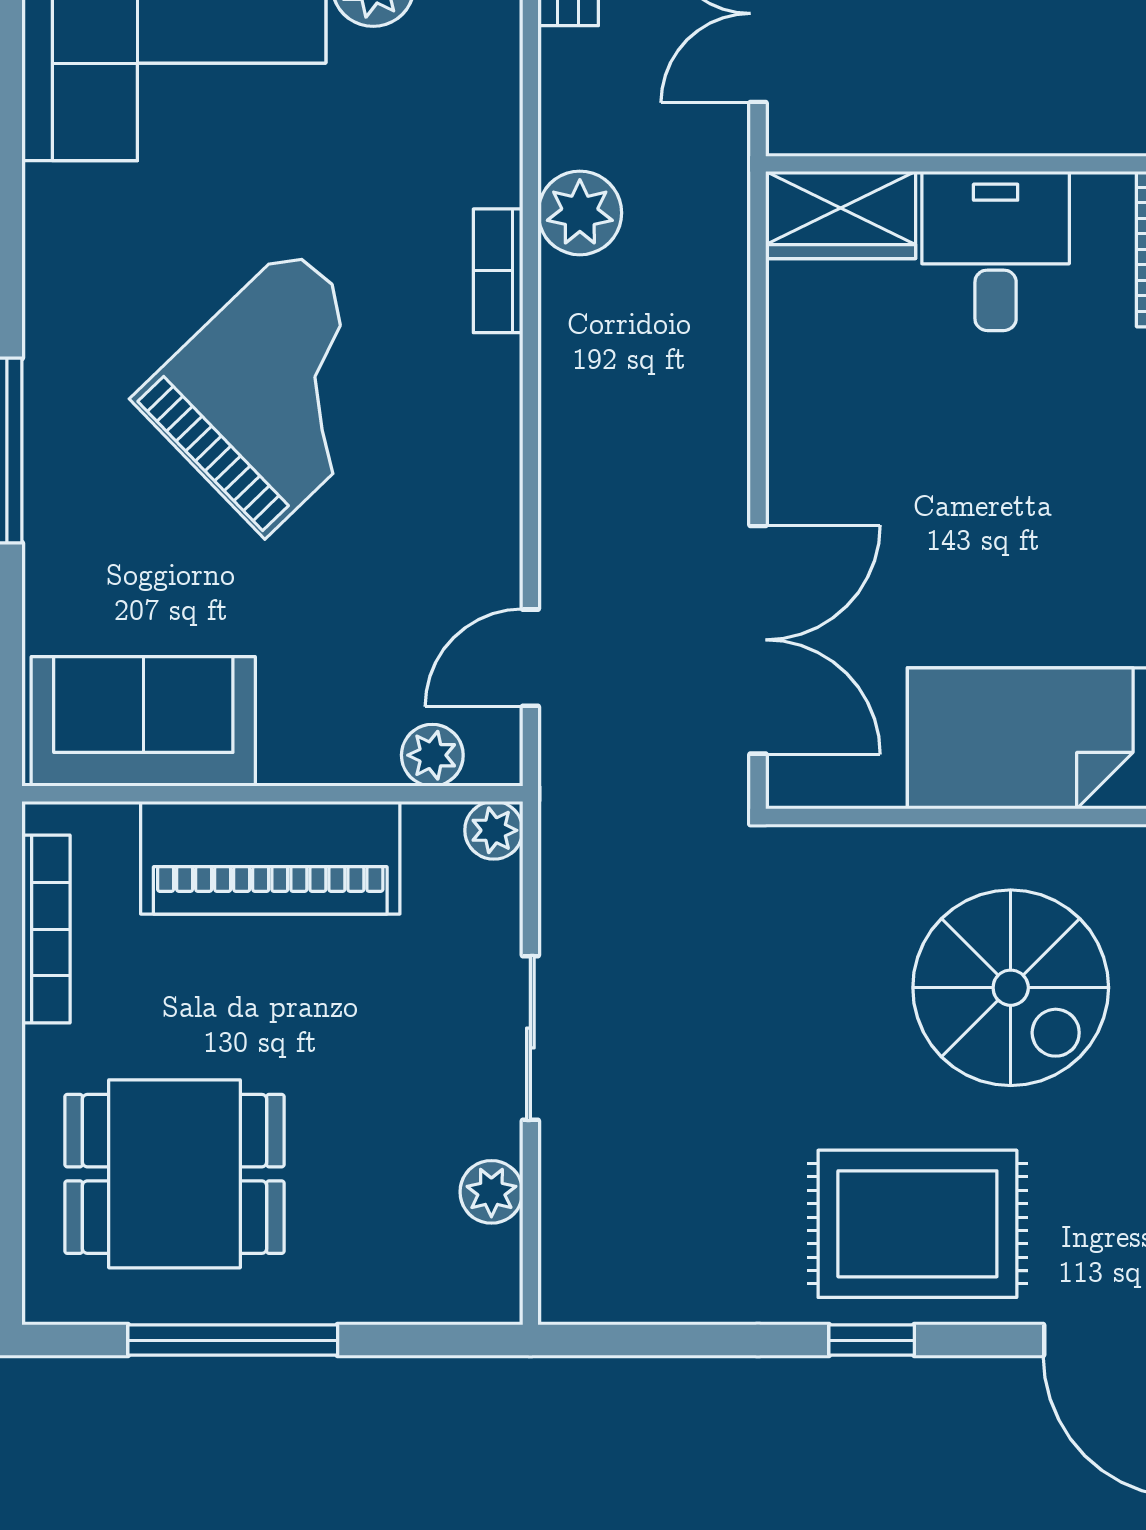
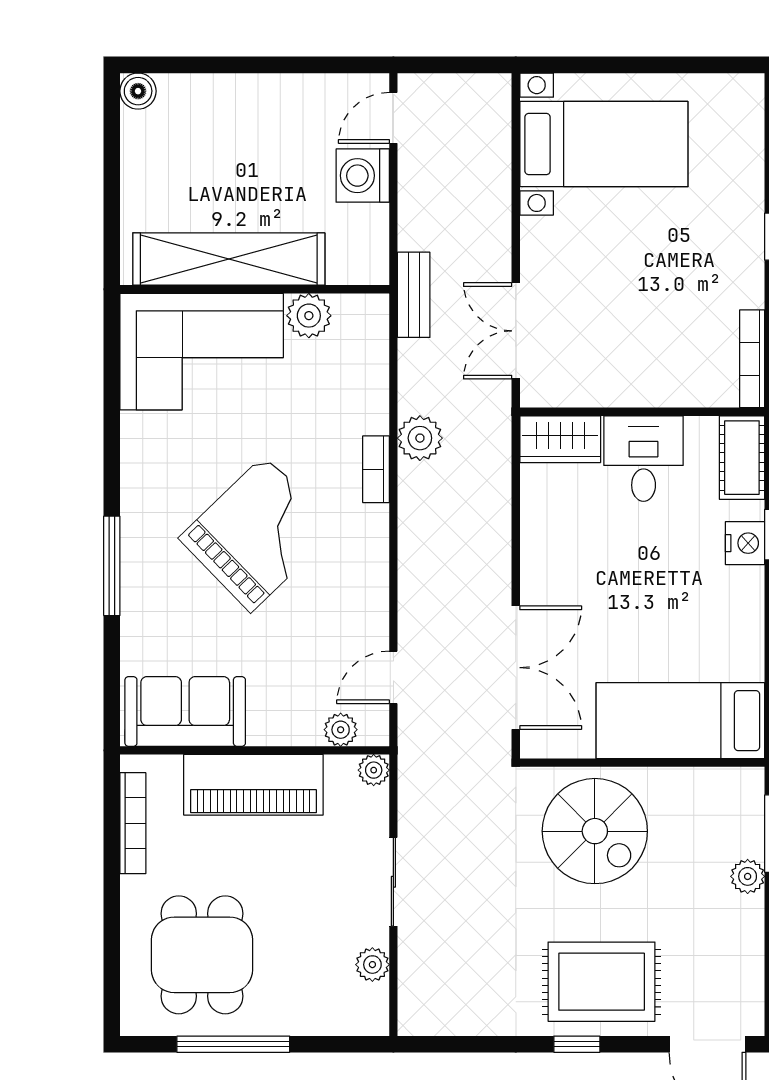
spiral stairs: (1011, 988) -> (595, 831), moved
dining table: (175, 1174) -> (202, 955), turned 90

